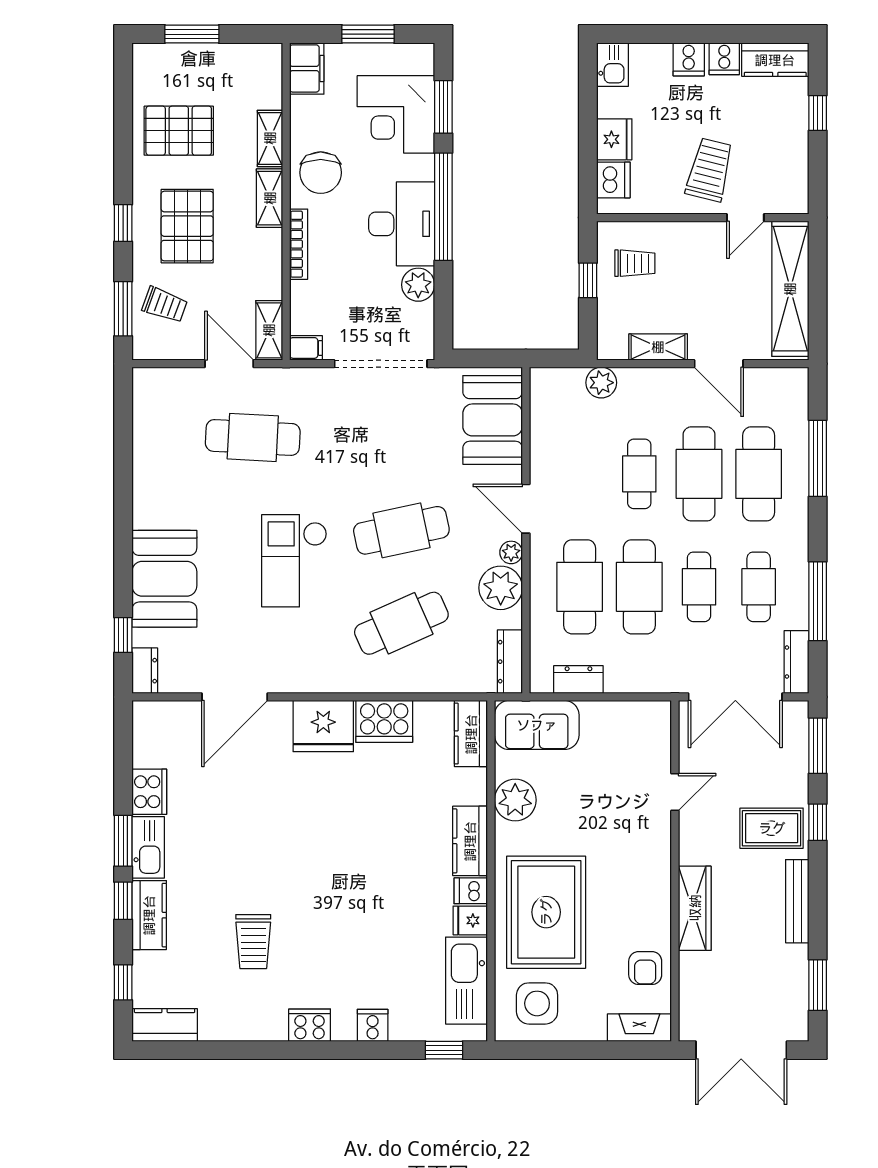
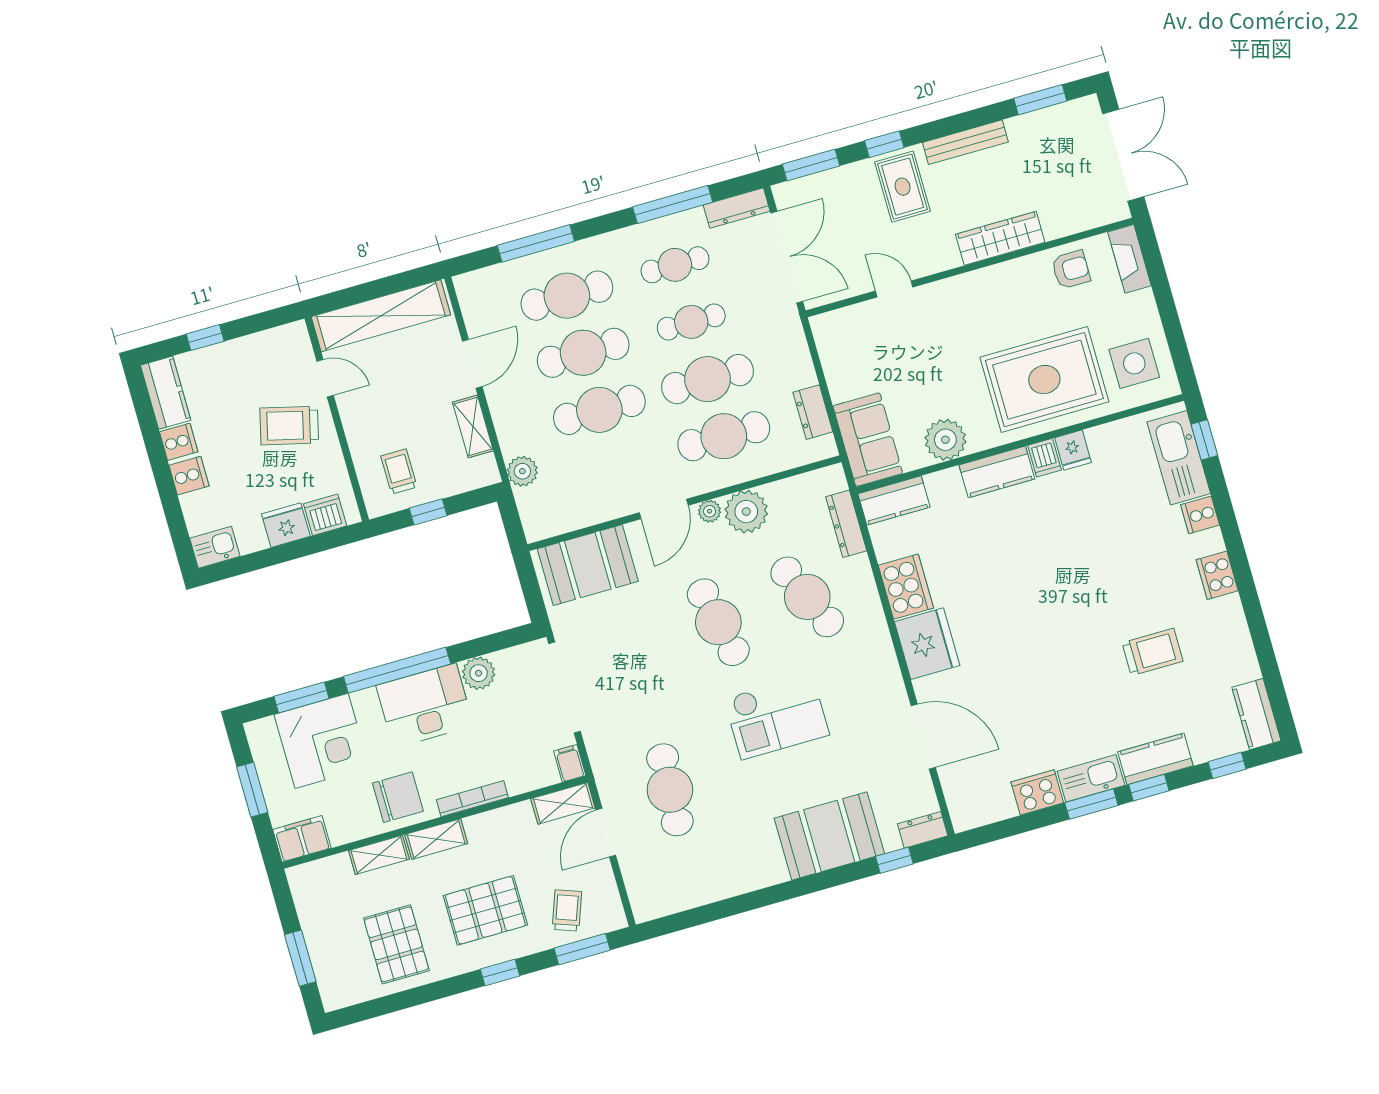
cafe table: (639, 474) -> (599, 410), width x1.37, depth x1.35
dresser: (510, 662) -> (846, 524), moved, turned 90
kitchen sink: (466, 981) -> (1179, 458), moved, turned 90

